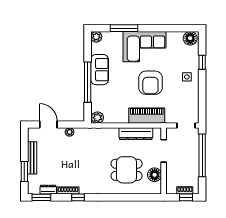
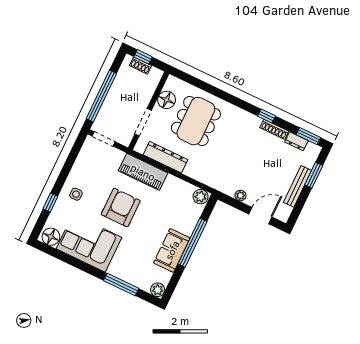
corner sofa: (145, 47) -> (89, 243), moved
door: (48, 125) -> (260, 216), swing flipped
dining table: (127, 170) -> (196, 121), width x1.38

